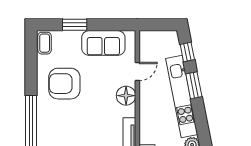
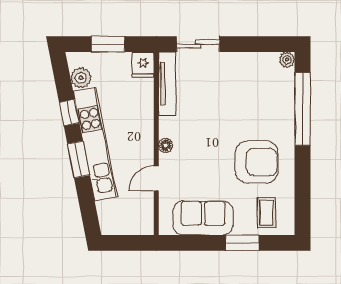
coffee table: (45, 43) -> (266, 213), moved
window: (187, 52) -> (69, 113), moved
floor lamp: (126, 96) -> (166, 145), width x0.53, depth x0.53

